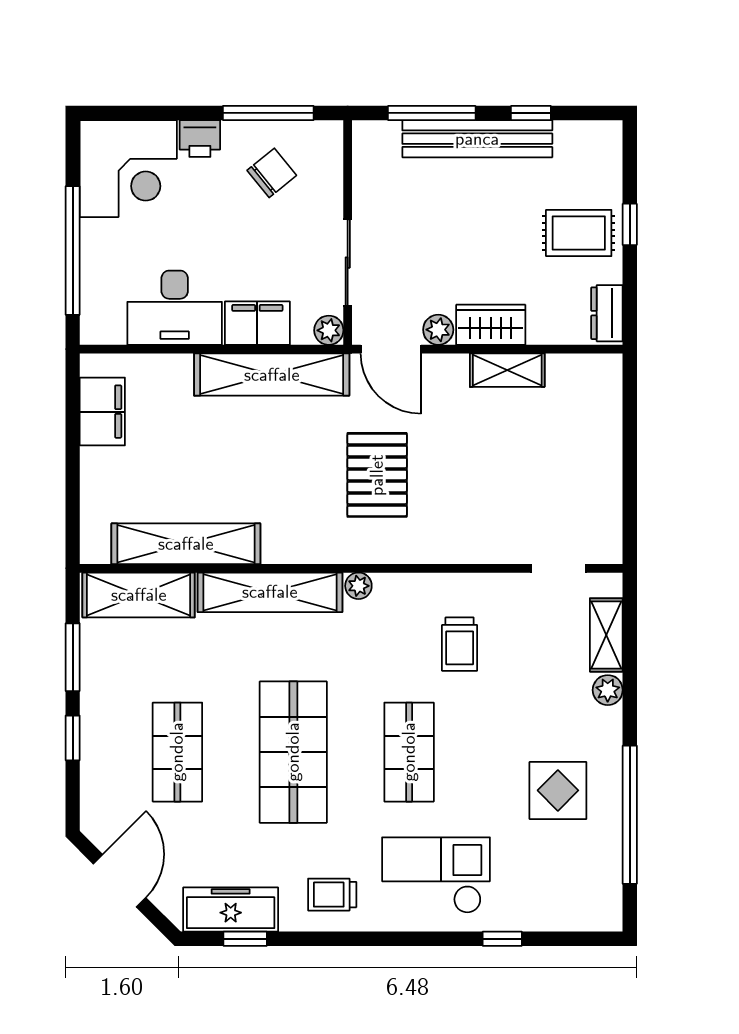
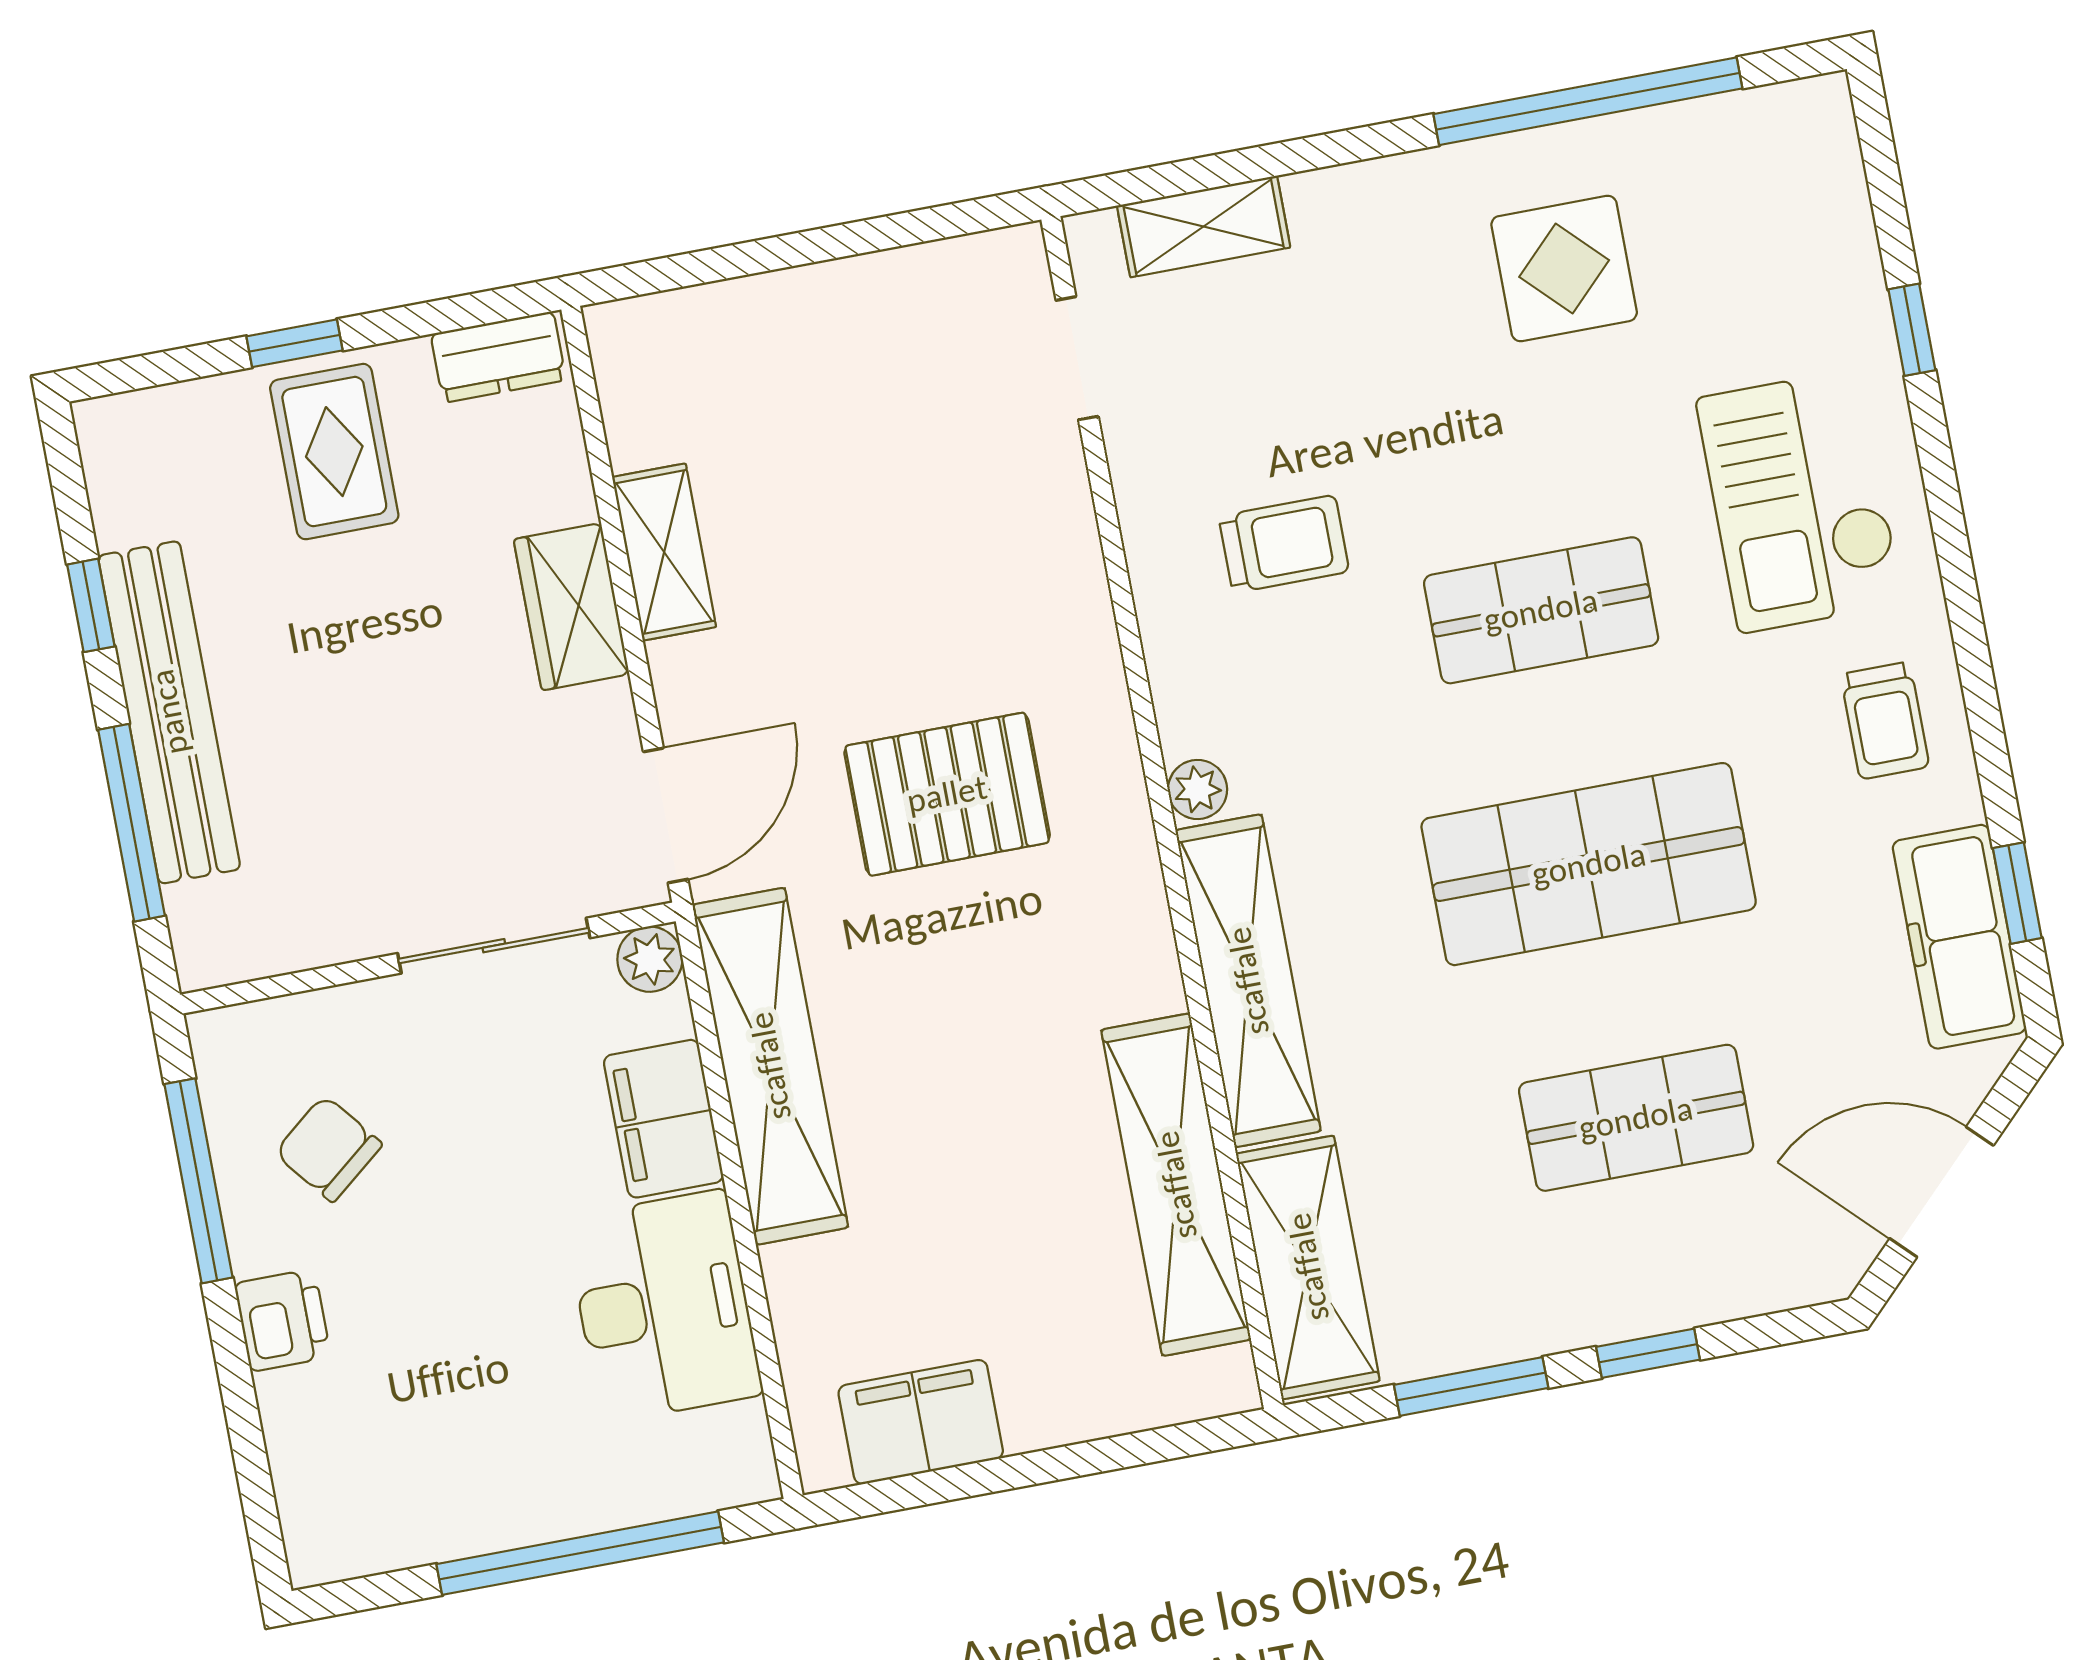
corner desk: (128, 169) -> (378, 1465), removed
plant: (438, 330) -> (604, 720), removed
plant: (608, 690) -> (1324, 201), removed

